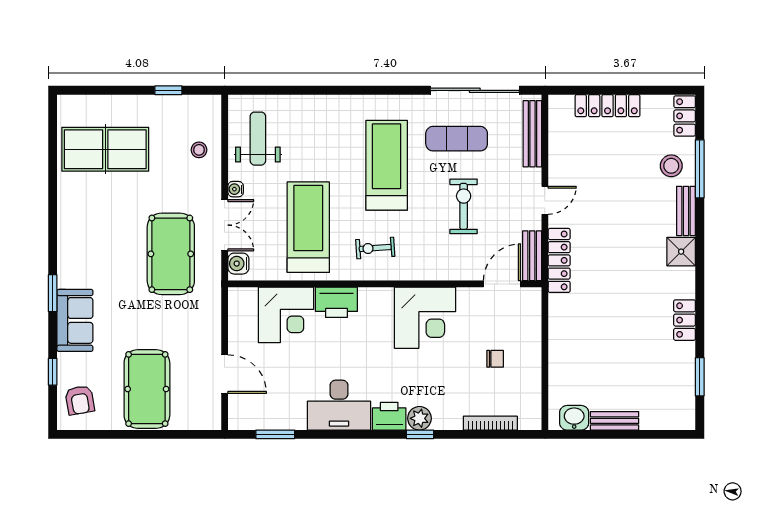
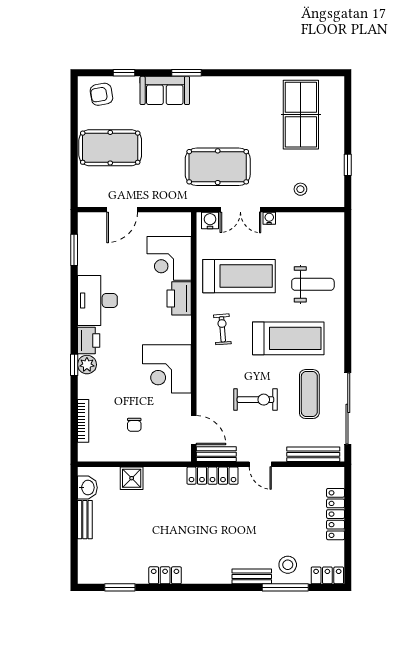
weight bench: (258, 139) -> (313, 284), moved
shower: (681, 252) -> (132, 478), moved

